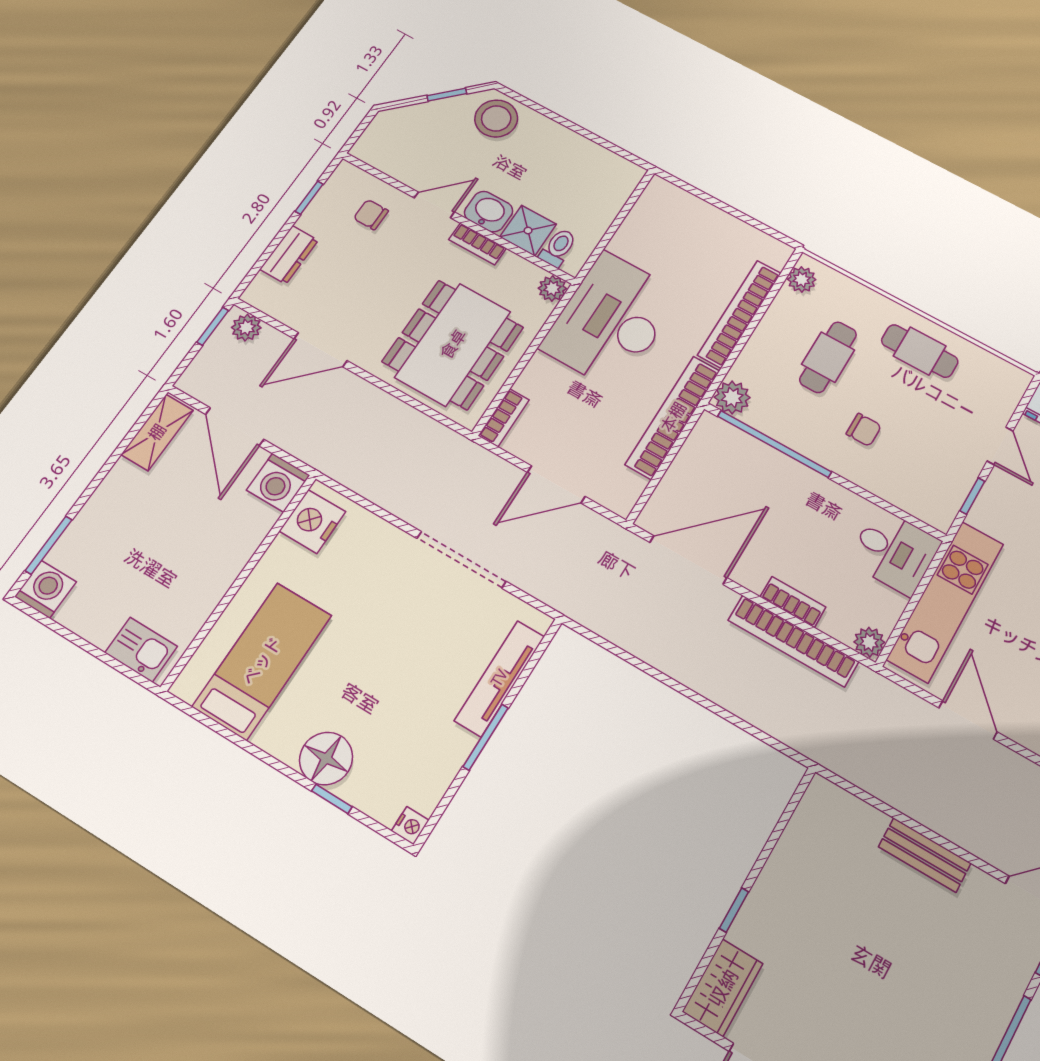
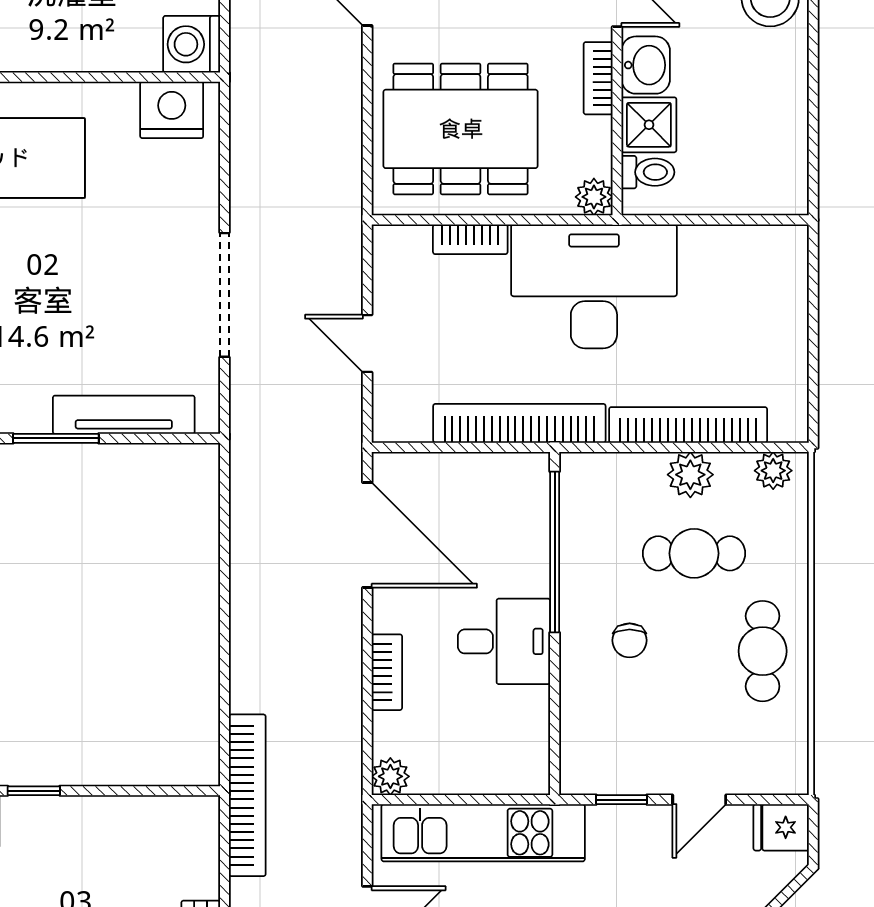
plant: (732, 397) -> (690, 475), moved
bookcase: (504, 418) -> (470, 239), moved
door: (556, 484) -> (367, 343), width x0.73
desk: (894, 551) -> (504, 641), moved, turned -90
bookcase: (793, 641) -> (247, 795), moved, turned 180

